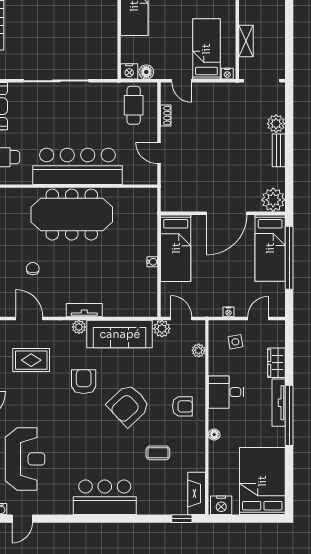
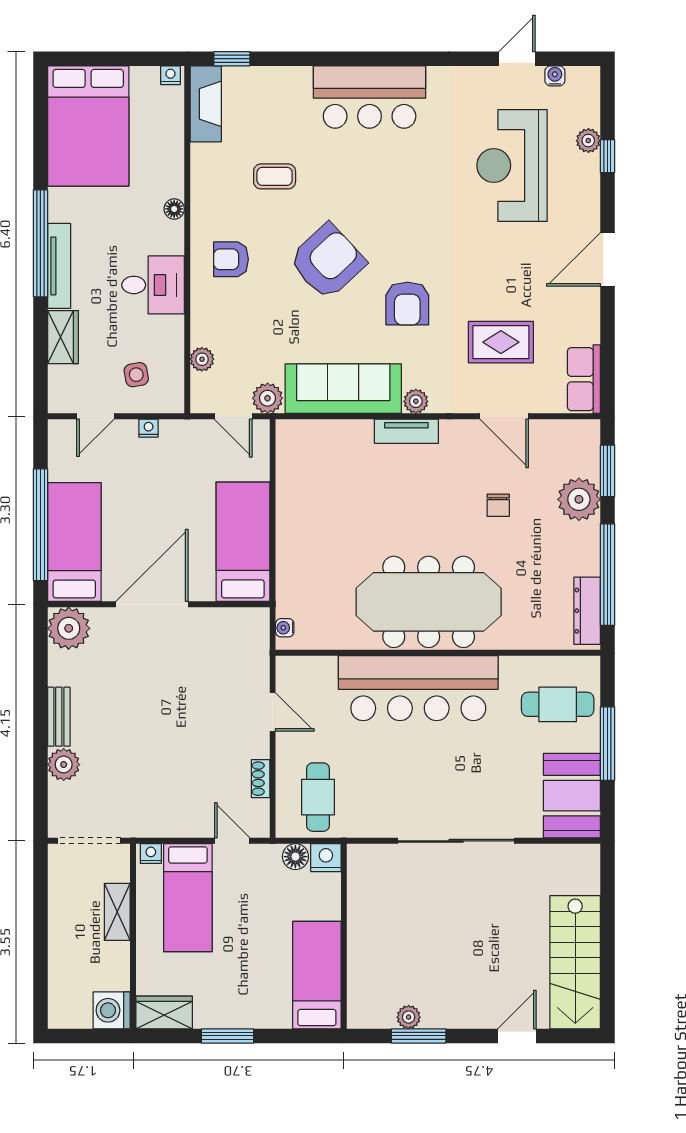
water cooler: (152, 262) -> (285, 628), moved
nightstand: (221, 505) -> (170, 75), width x0.53, depth x0.56

